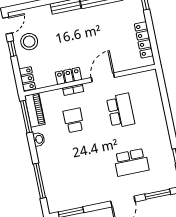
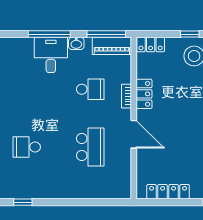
school desk: (121, 111) -> (90, 147), turned -90
desk: (52, 158) -> (51, 55), added
school desk: (131, 162) -> (27, 147), width x0.54
window: (39, 181) -> (49, 34), moved

